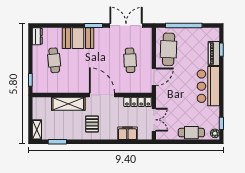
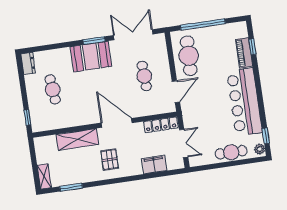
booth: (78, 38) -> (91, 57), moved
bar counter: (208, 86) -> (245, 102), width x1.36

